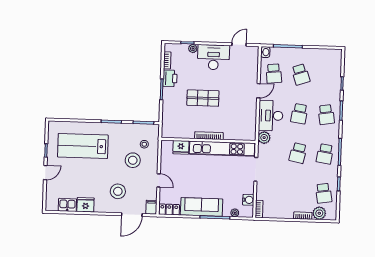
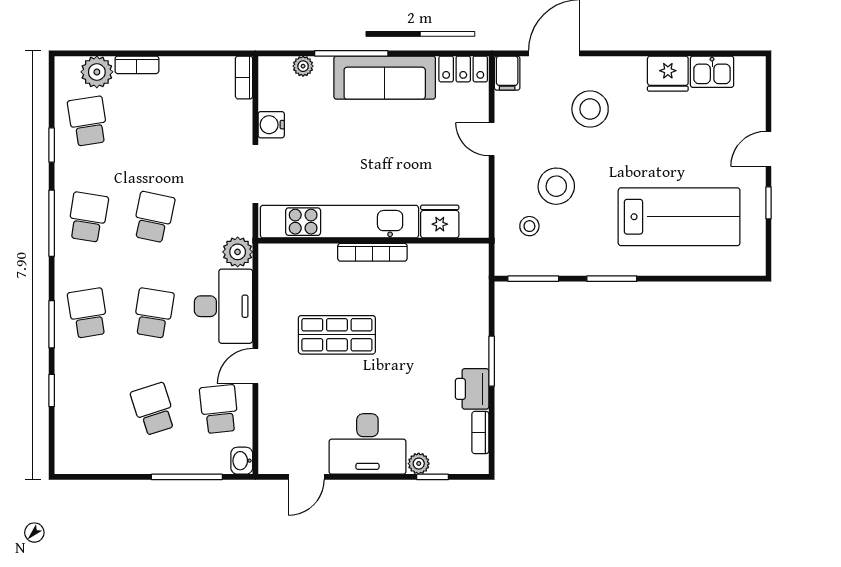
shop shelf: (203, 98) -> (337, 335), moved
water cooler: (248, 200) -> (271, 125), moved

